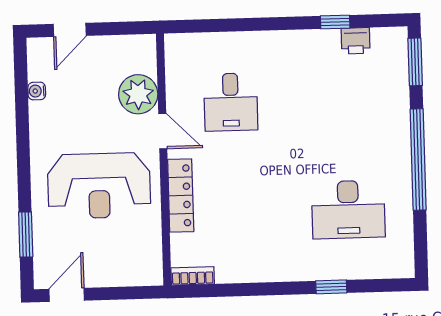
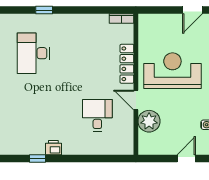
printer: (356, 41) -> (53, 148), moved
desk: (348, 209) -> (33, 53), turned -90

